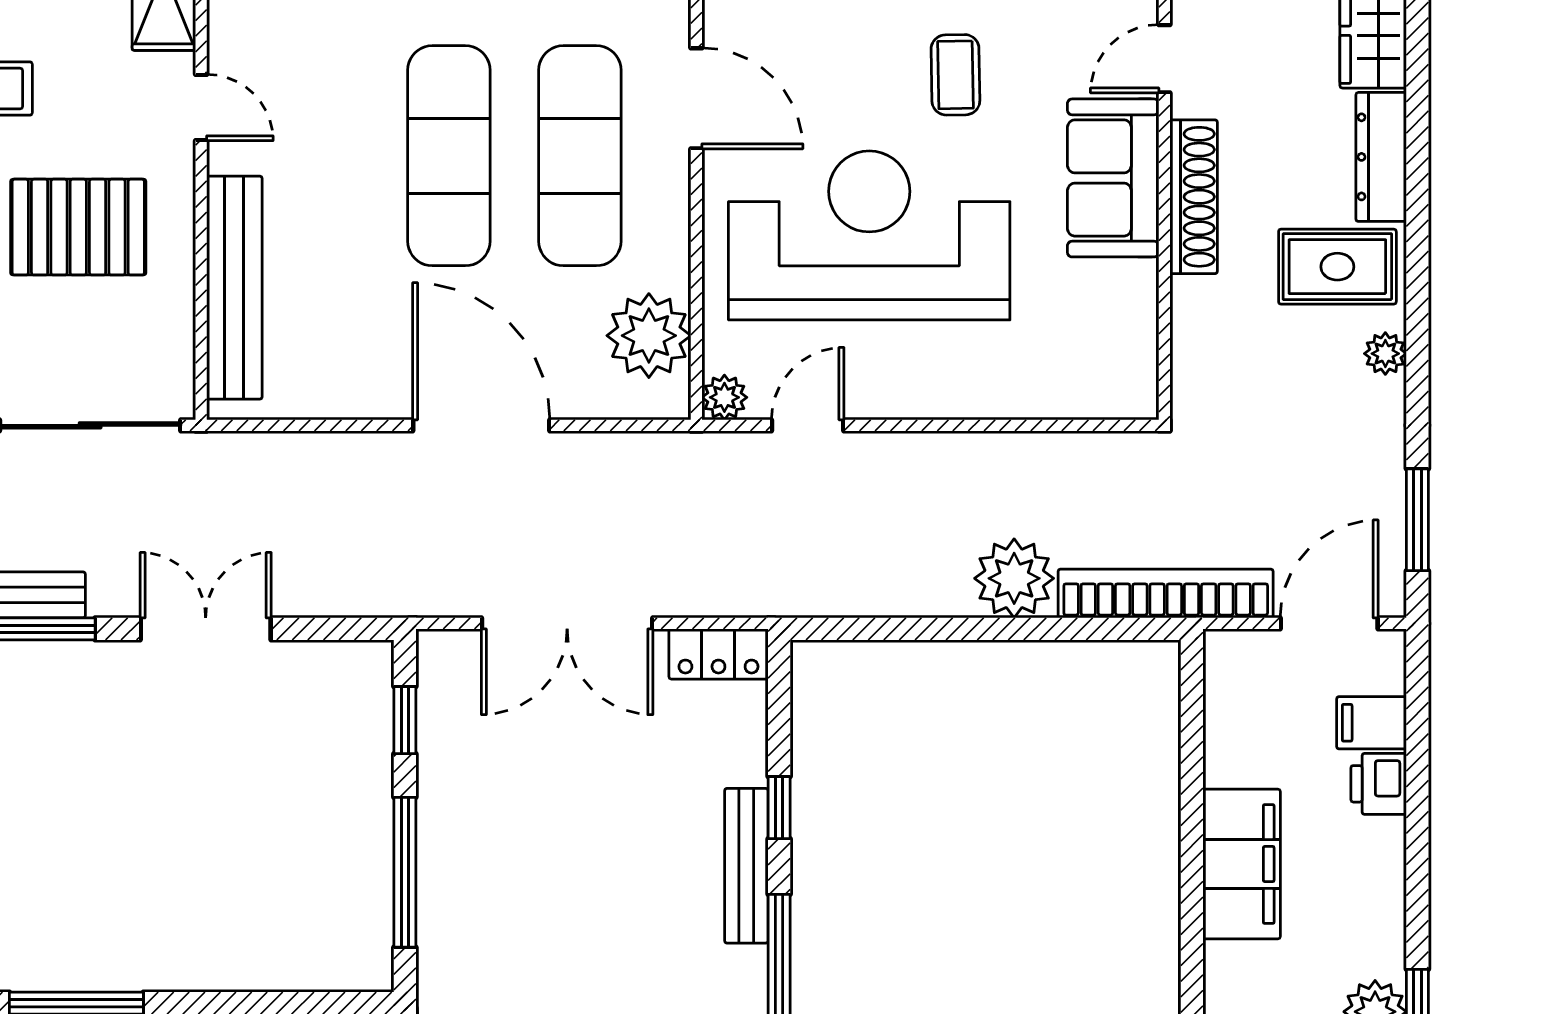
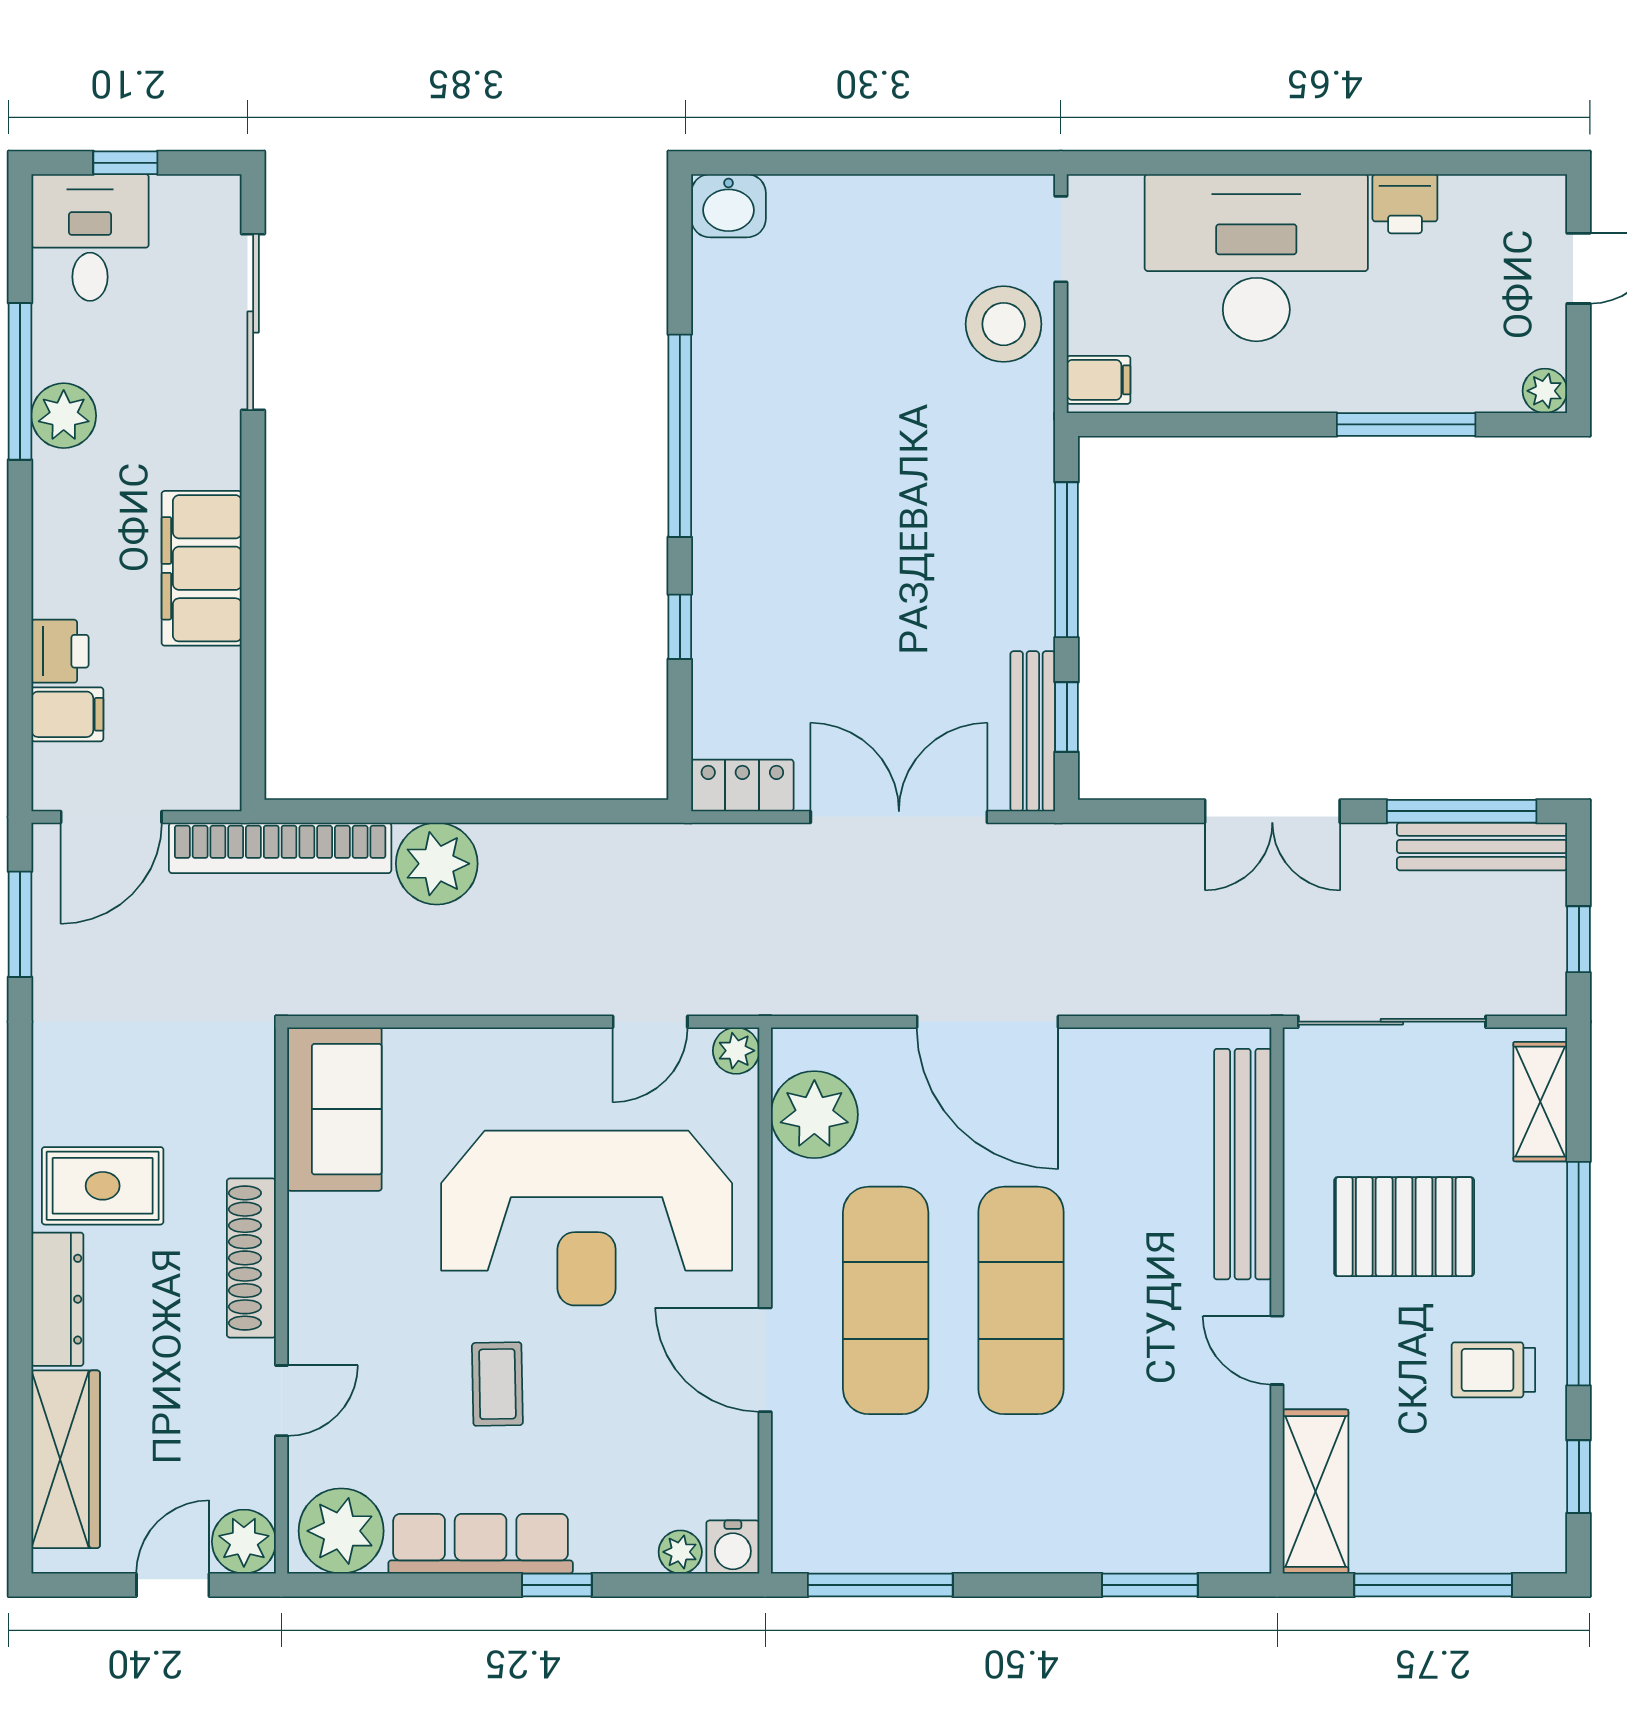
sofa: (1113, 178) -> (334, 1109), moved
plant: (1385, 354) -> (53, 1096), removed
bench: (746, 866) -> (1033, 731), moved

